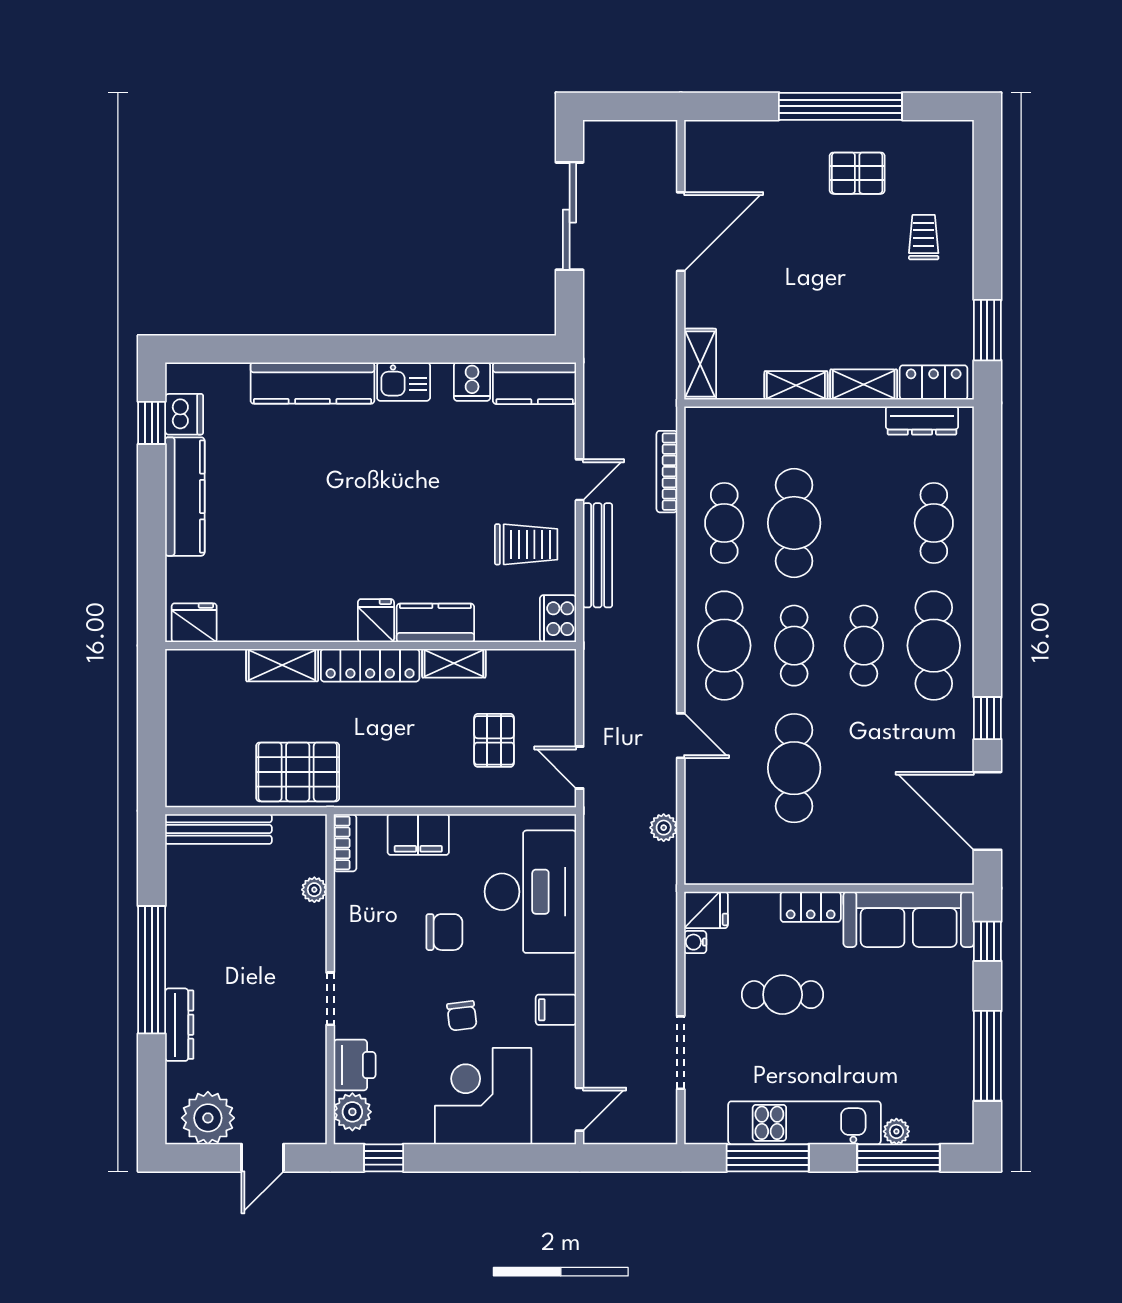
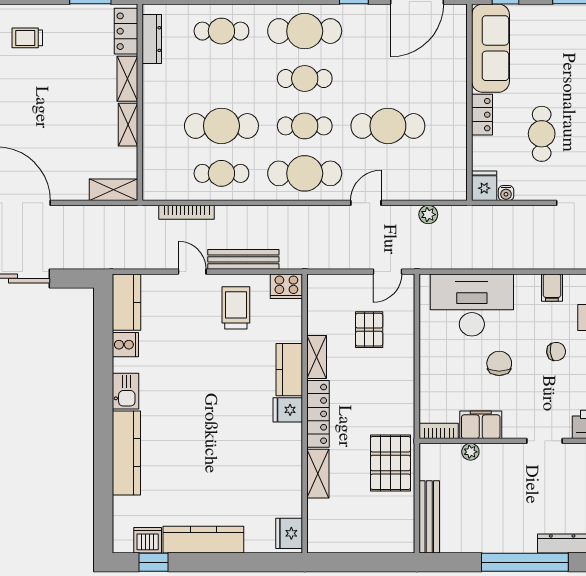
pallet: (494, 740) -> (369, 330), turned 90
filing cabinet: (418, 835) -> (481, 425), moved, turned -90

